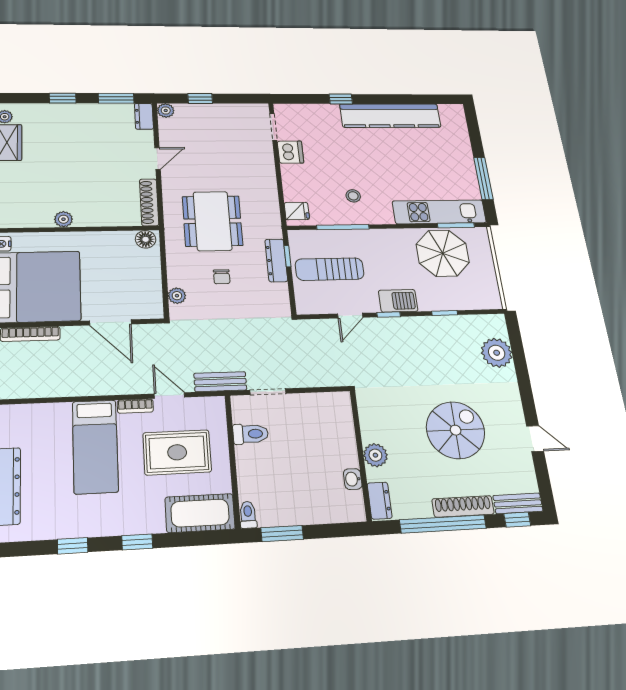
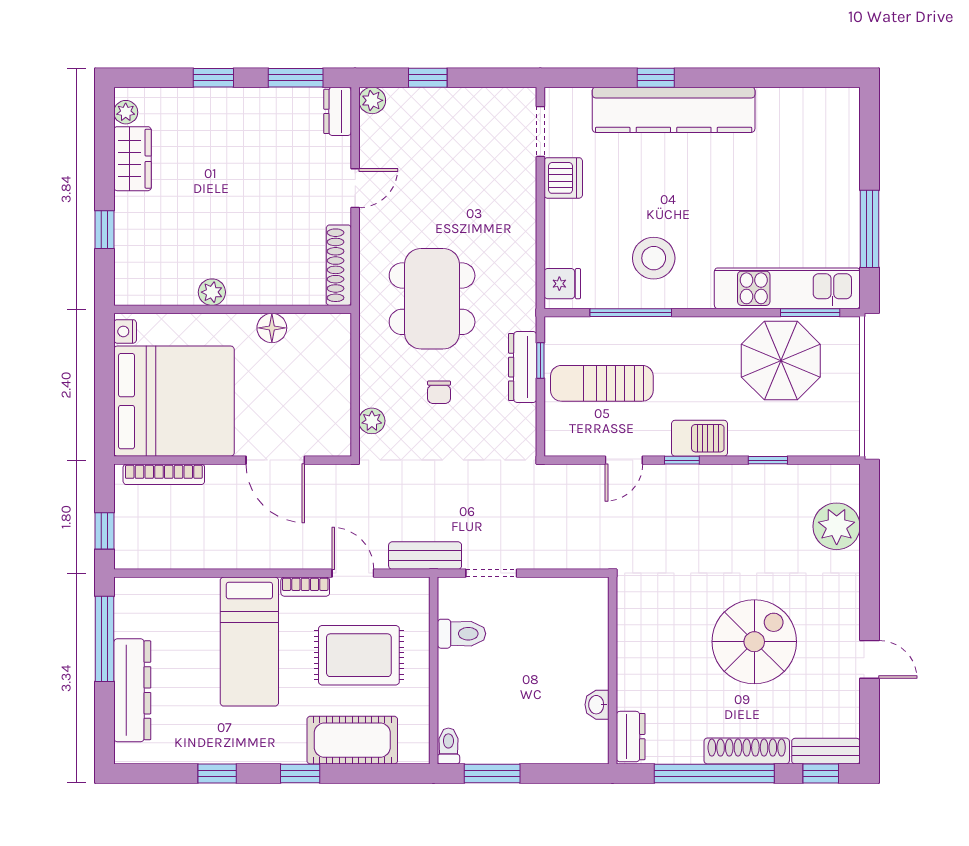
kitchen counter: (390, 116) -> (674, 110), moved
stool: (353, 196) -> (654, 258), width x1.89, depth x1.89
floor lamp: (146, 239) -> (272, 328), moved
plant: (375, 455) -> (633, 672), removed
cot: (200, 513) -> (352, 740), moved

